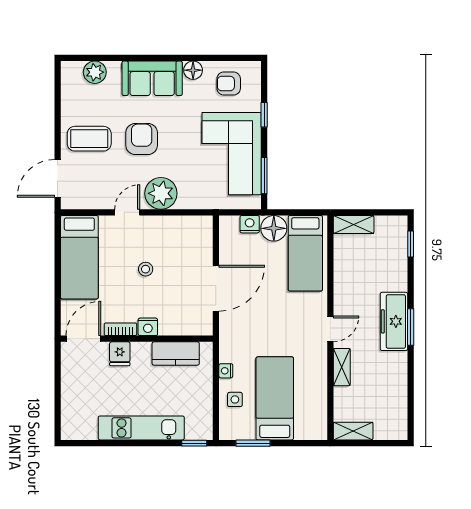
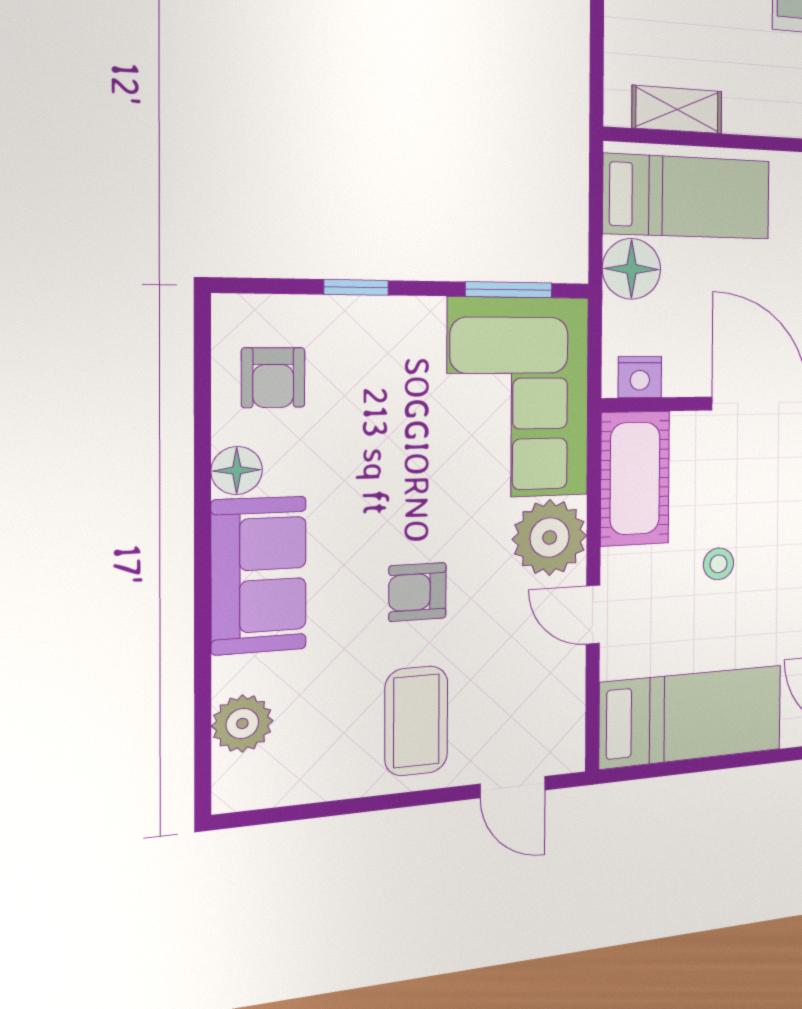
armchair: (142, 139) -> (418, 592), width x0.72, depth x0.72
corner sofa: (232, 154) -> (519, 397), moved, turned 90
door: (58, 178) -> (513, 787), width x0.73
nightstand: (250, 224) -> (640, 377), moved, turned -90
shelving: (354, 224) -> (677, 110), moved, turned 90
cot: (184, 231) -> (635, 478), added

